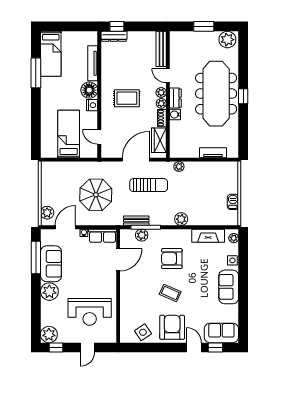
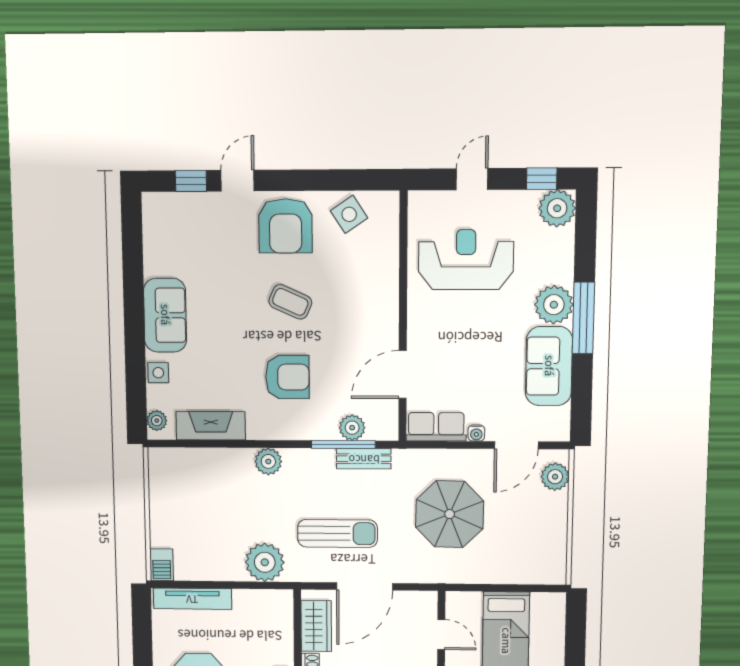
tv unit: (213, 153) -> (192, 599), width x1.41
plant: (179, 167) -> (265, 562), width x1.88, depth x1.88
sun lounger: (149, 185) -> (337, 533), turned 180
barbecue: (233, 202) -> (162, 565), moved
window: (36, 257) -> (583, 318), moved
sofa: (221, 333) -> (178, 214), removed
door: (194, 348) -> (238, 181), swing flipped

